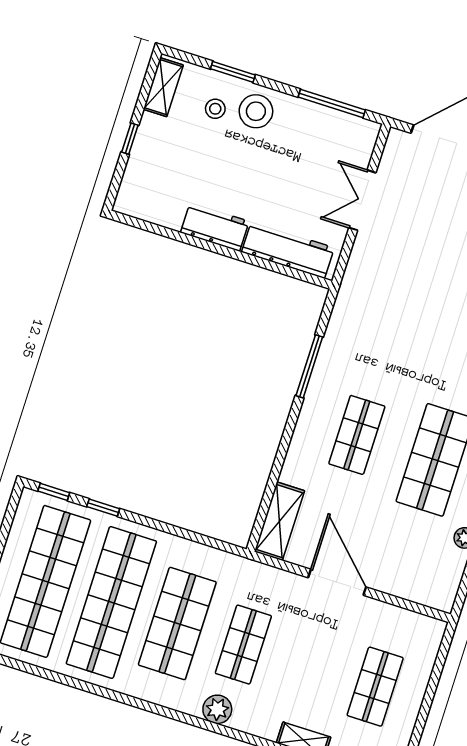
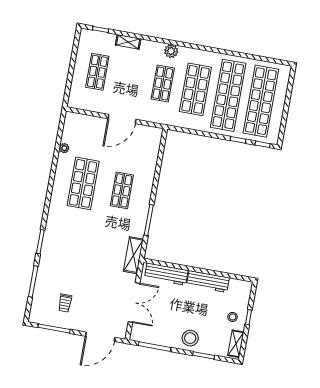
stool: (215, 109) -> (233, 317), moved
double door: (362, 200) -> (134, 302), width x1.37
workbench: (215, 227) -> (208, 281), width x1.37
shelving: (279, 521) -> (133, 255), moved
door: (337, 582) -> (122, 119), hinge flipped

